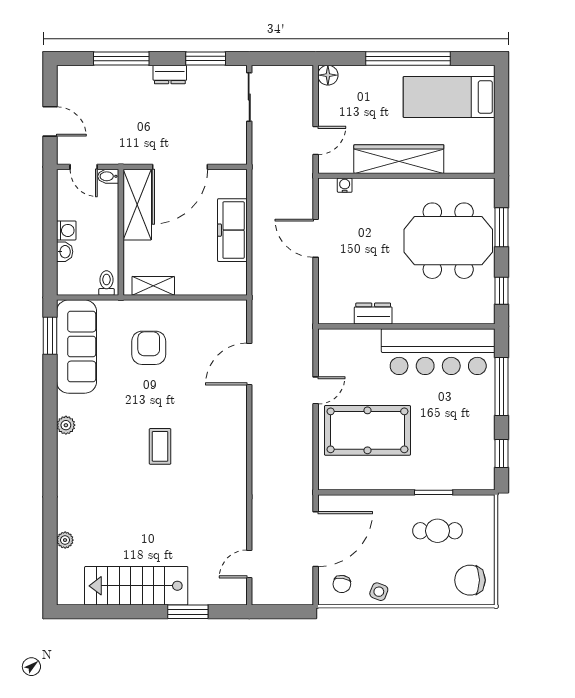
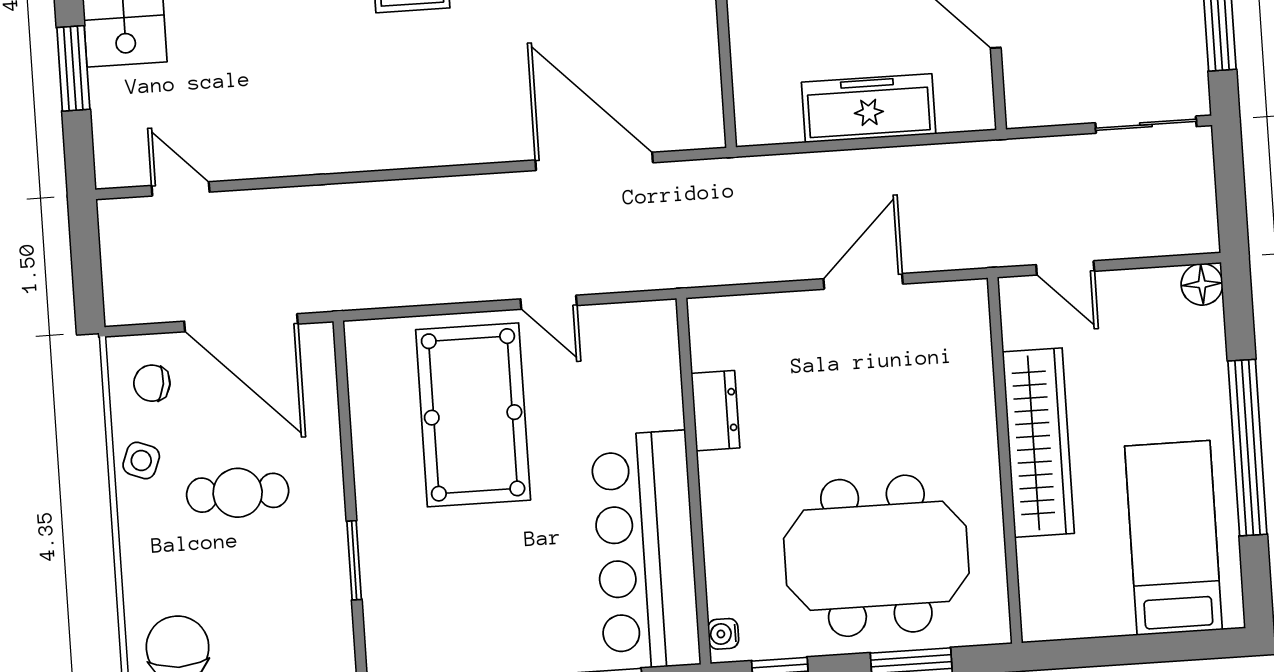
water cooler: (345, 185) -> (723, 634), moved, turned 180
meeting table: (448, 241) -> (876, 556), turned 90
door: (249, 364) -> (594, 161), width x1.36
cafe table: (438, 531) -> (238, 493), moved, turned 90

